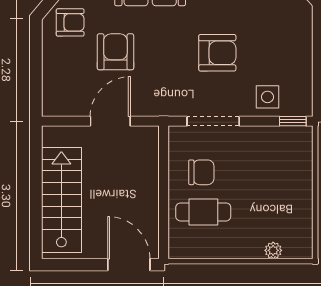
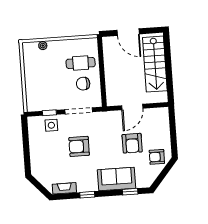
window: (293, 121) -> (49, 113), moved
door: (129, 265) -> (128, 32), moved

